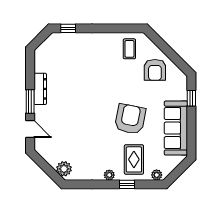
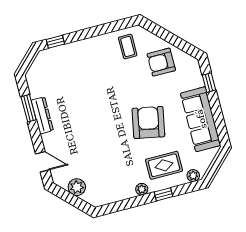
armchair: (155, 70) -> (161, 62), turned 90
window: (30, 102) -> (29, 108), moved
rug: (134, 159) -> (164, 165), turned 90
plant: (64, 169) -> (77, 187), moved

